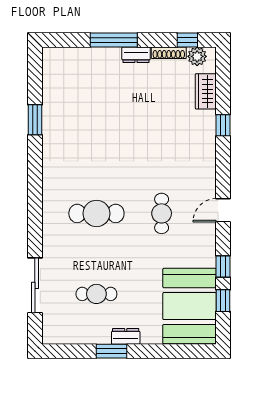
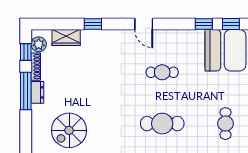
window: (114, 40) -> (26, 91), moved
spiral stairs: (88, 95) -> (69, 130), added
door: (223, 210) -> (144, 24), moved
cafe table: (96, 213) -> (162, 124), turned 90

